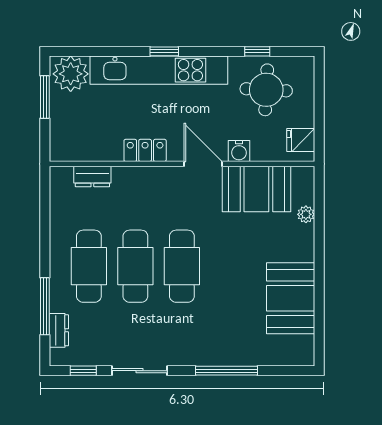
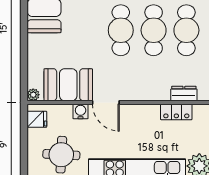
locker: (145, 150) -> (176, 112), moved
plant: (306, 214) -> (33, 95), moved

